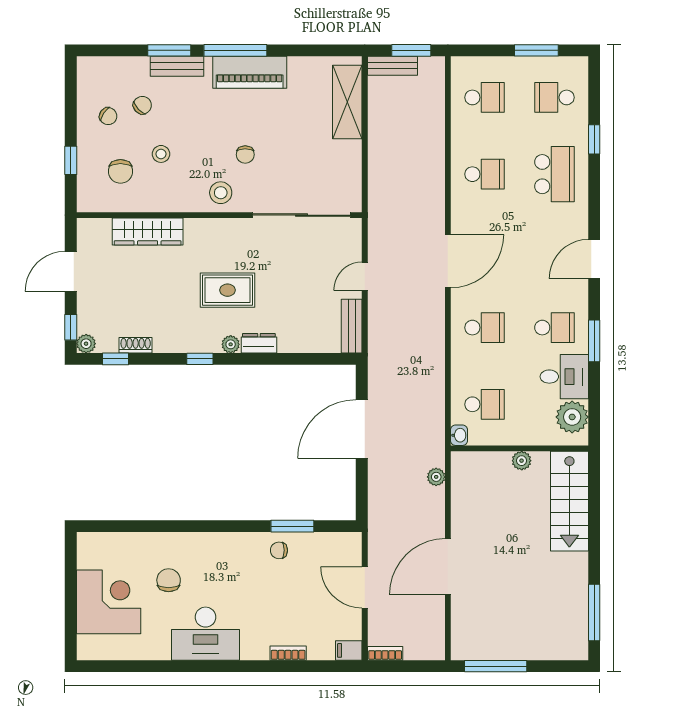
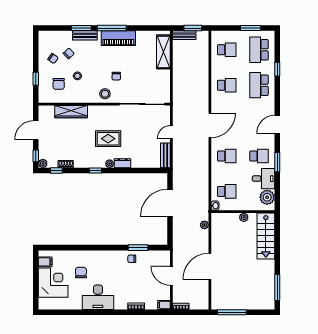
school desk: (554, 97) -> (259, 50), width x1.85
school desk: (554, 174) -> (259, 85), turned 180
filing cabinet: (91, 557) -> (45, 262), added

